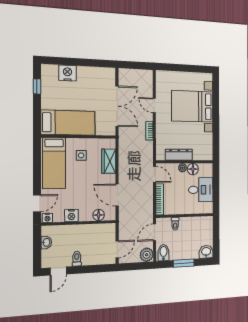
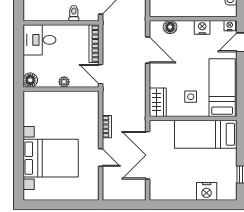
dresser: (179, 155) -> (69, 98), removed
wardrobe: (109, 161) -> (158, 102), moved
floor lamp: (193, 169) -> (30, 80), moved
desk: (201, 190) -> (39, 40), moved

